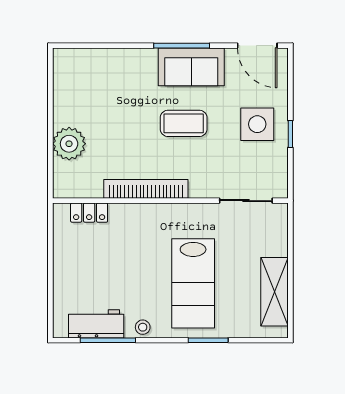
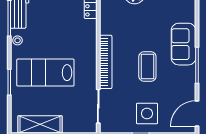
sofa: (191, 67) -> (184, 44), moved
bookcase: (146, 189) -> (106, 62), moved

